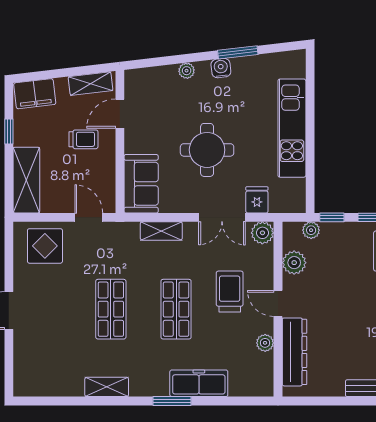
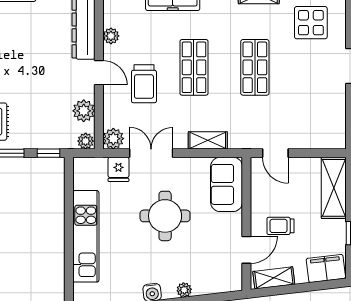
plant: (311, 230) -> (86, 141), moved
display table: (45, 246) -> (311, 23), moved

